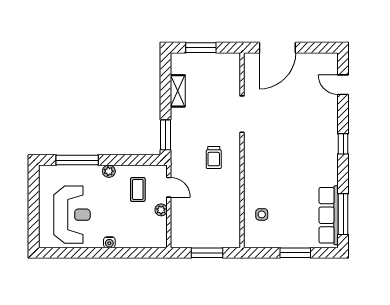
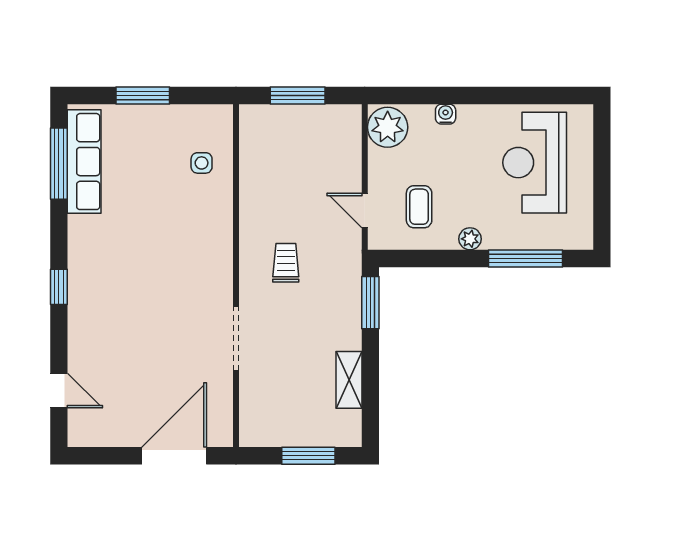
plant: (161, 210) -> (388, 127), moved, width x1.87, depth x1.87
water cooler: (109, 242) -> (446, 114), moved

